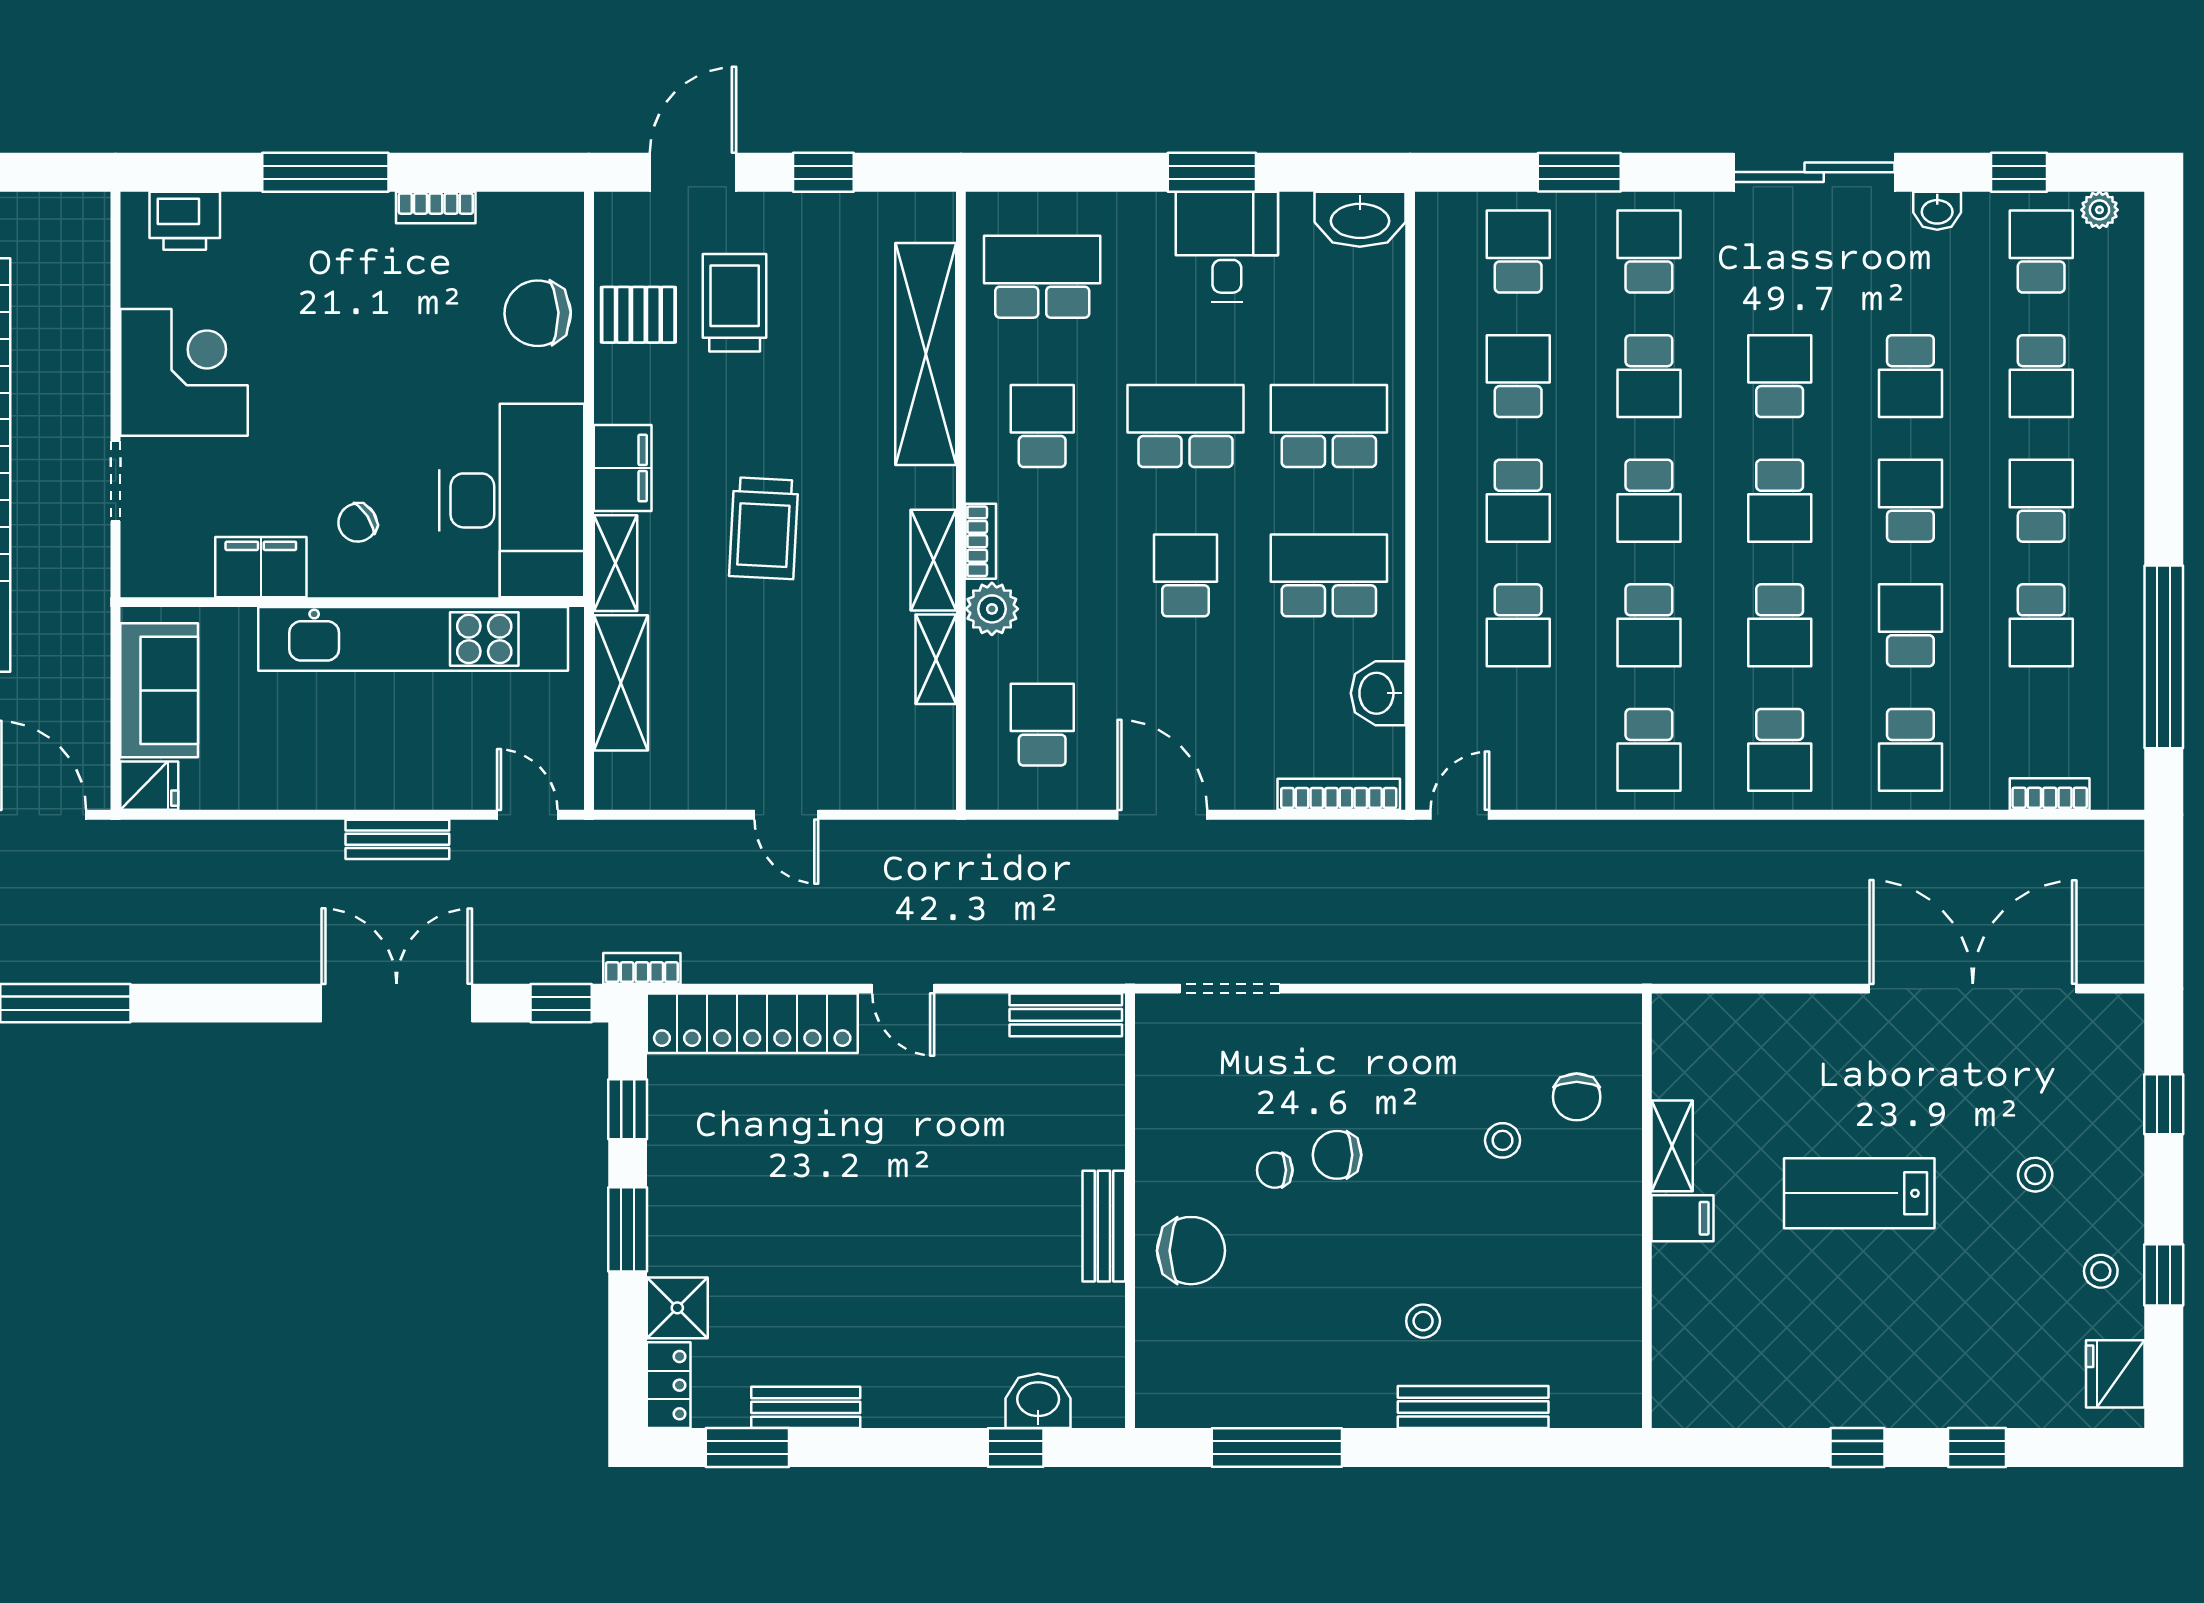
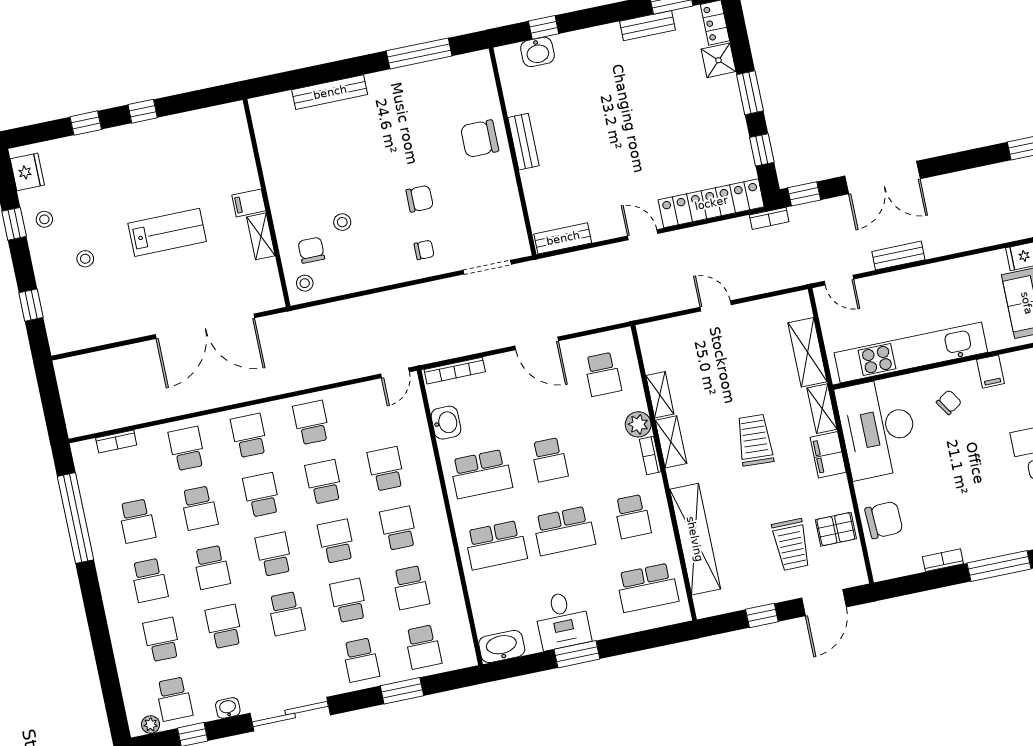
filing cabinet: (261, 567) -> (990, 372), width x0.50
school desk: (2041, 625) -> (137, 521), turned 180
double door: (1973, 989) -> (205, 326), moved
chair: (1275, 1170) -> (424, 250), moved
stool: (1423, 1321) -> (305, 283), moved

